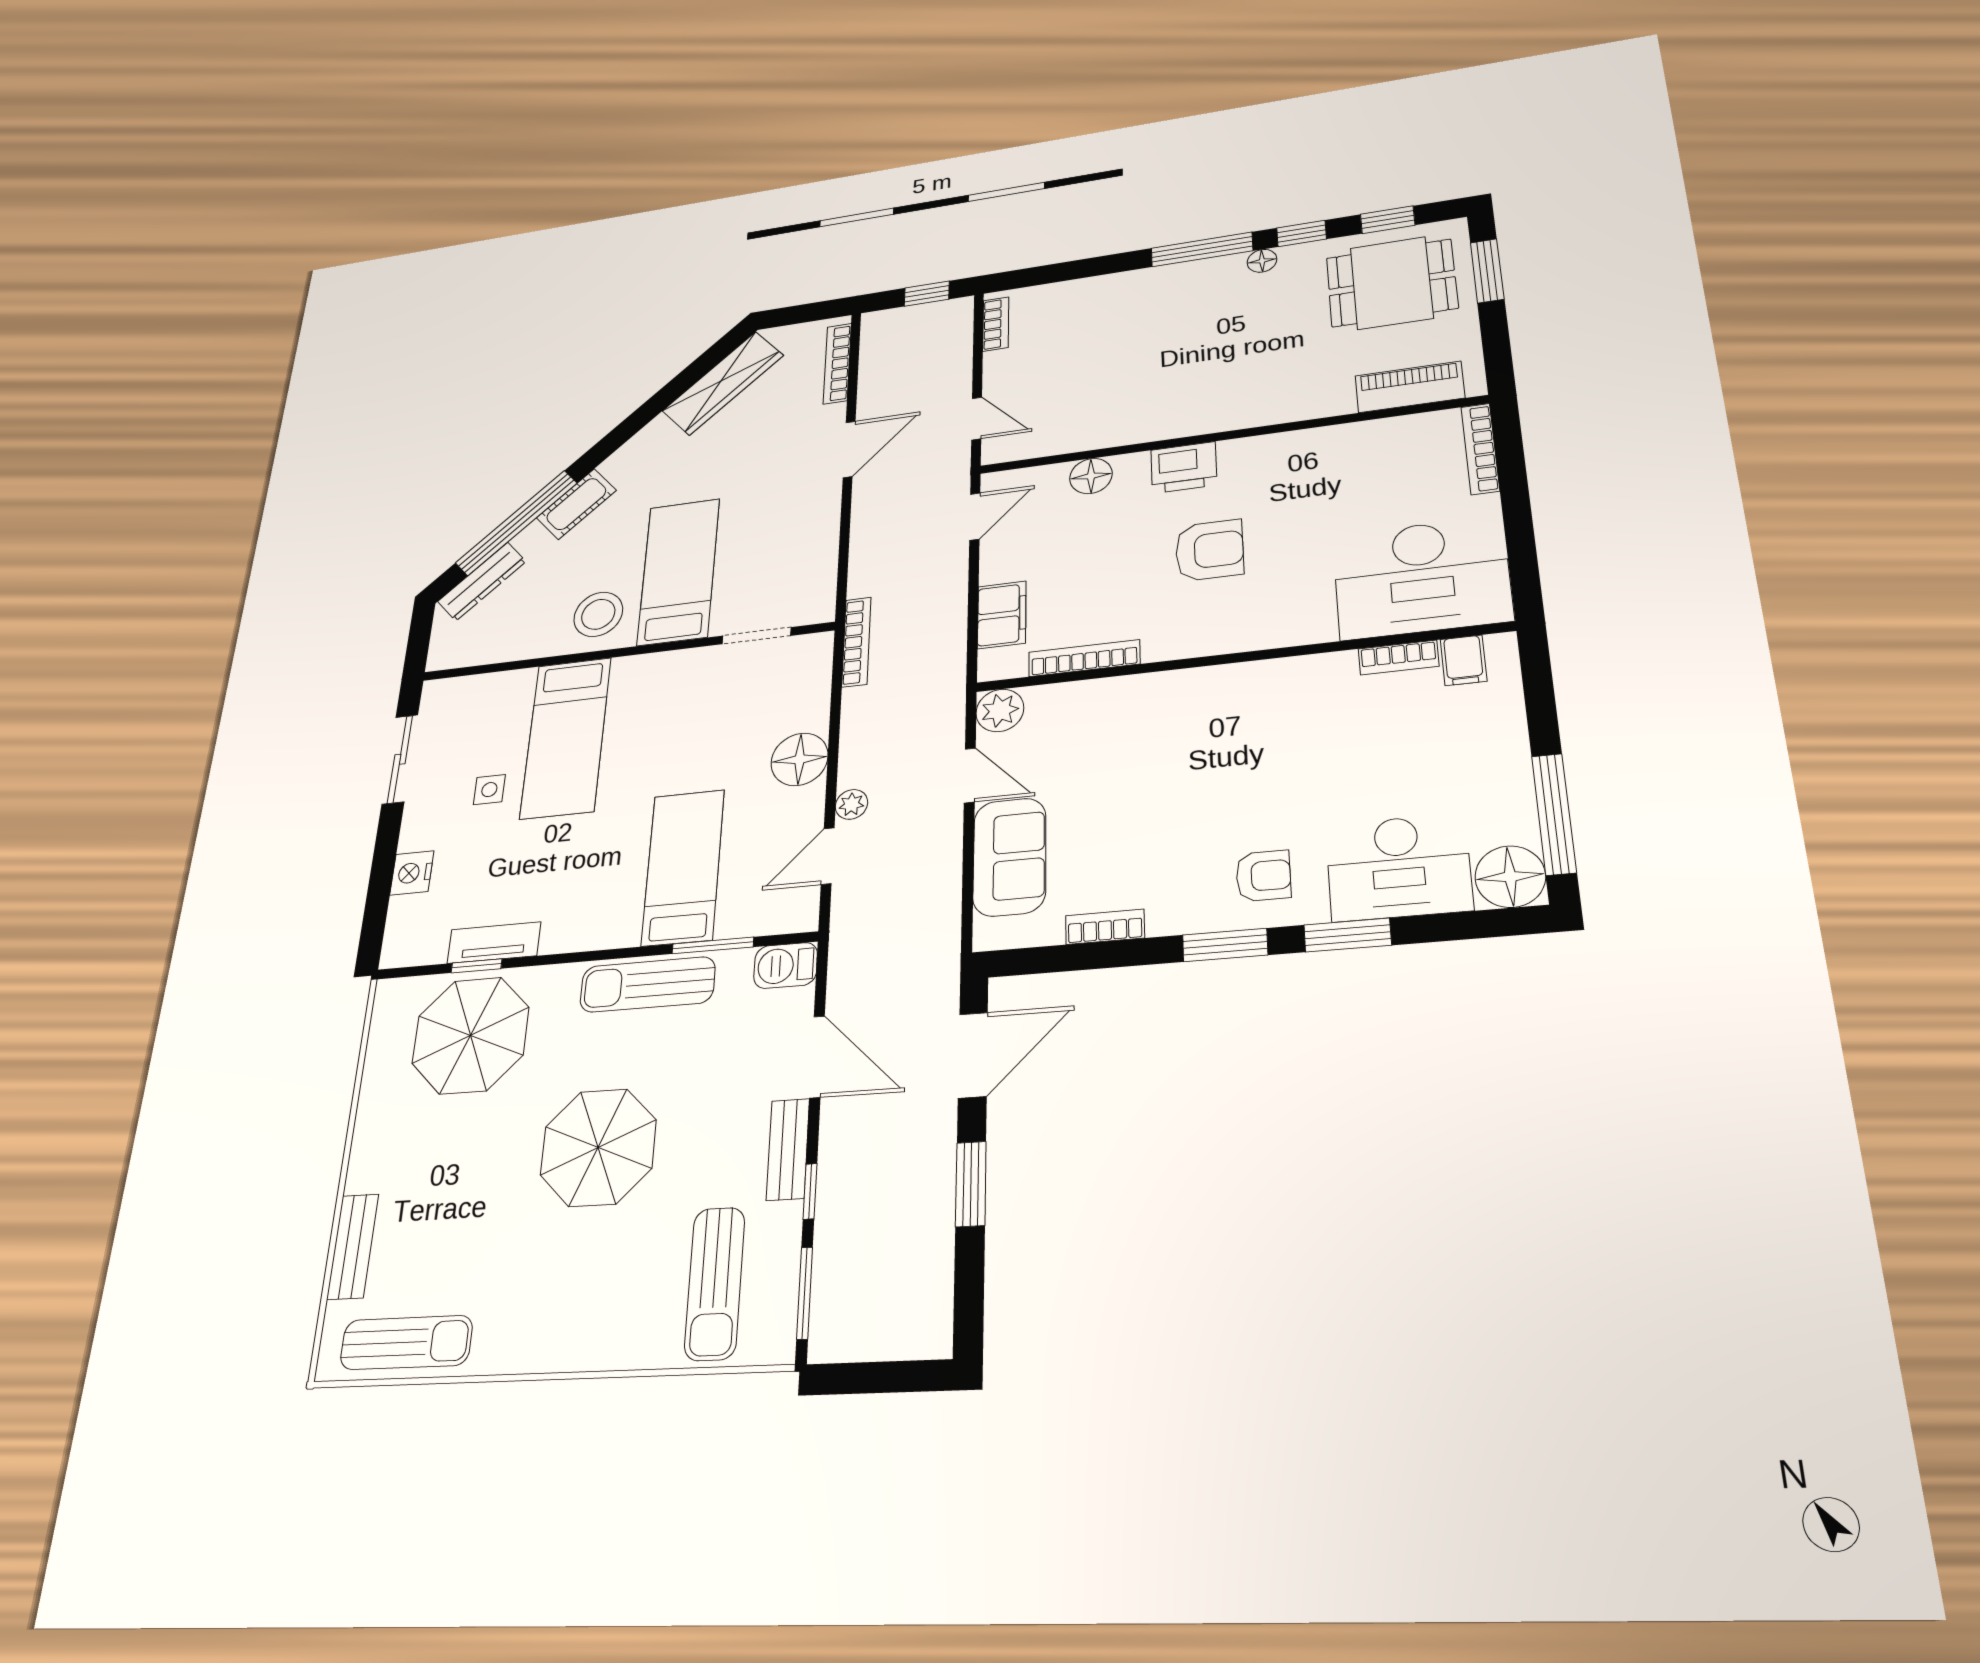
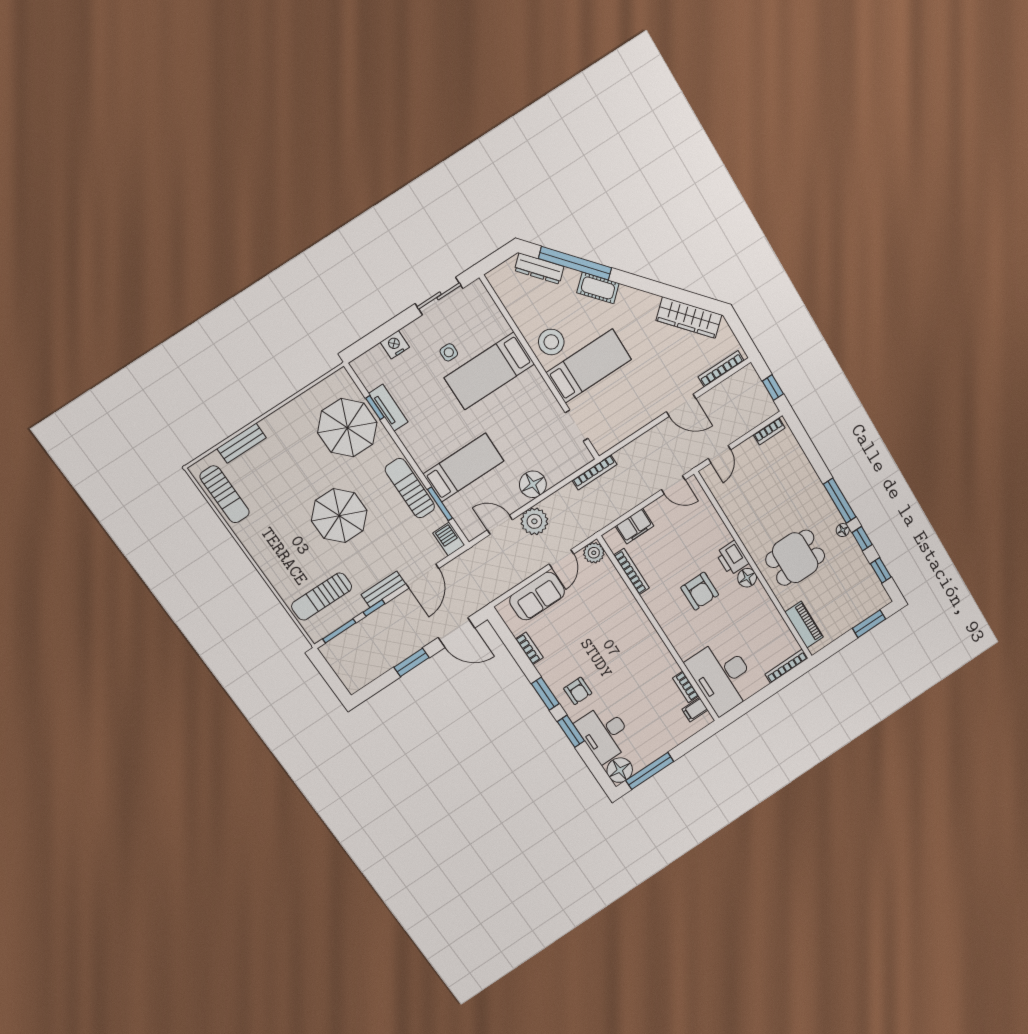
dining table: (1392, 283) -> (795, 558), moved, turned 90
floor lamp: (1091, 476) -> (747, 578), moved
plant: (851, 804) -> (534, 521), width x1.87, depth x1.87

